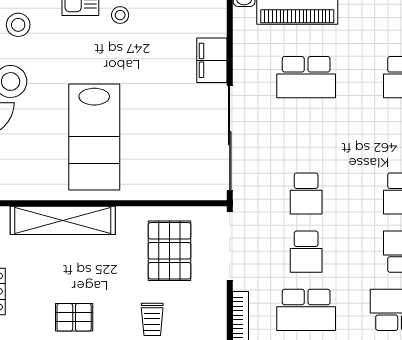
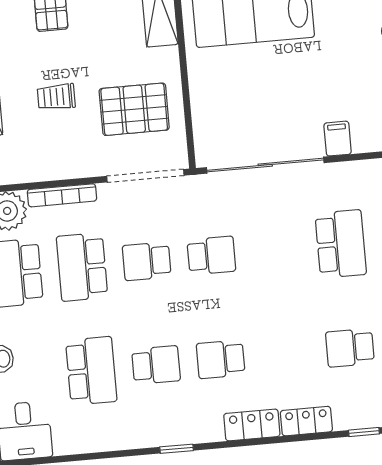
filing cabinet: (212, 60) -> (338, 139), width x0.50
school desk: (306, 77) -> (341, 244), turned 180
school desk: (306, 194) -> (211, 255), turned 180

